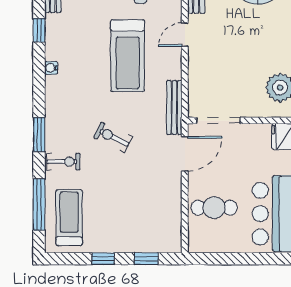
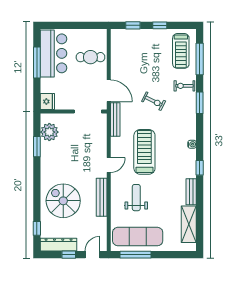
door: (185, 154) -> (109, 91), swing flipped

